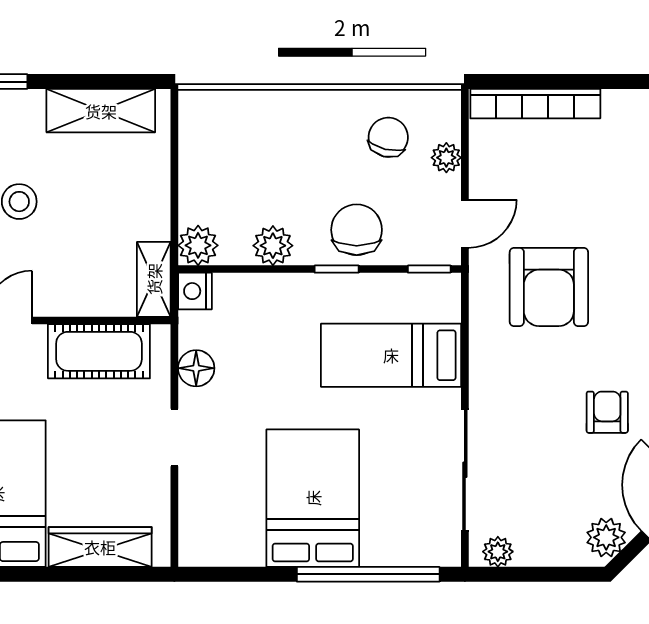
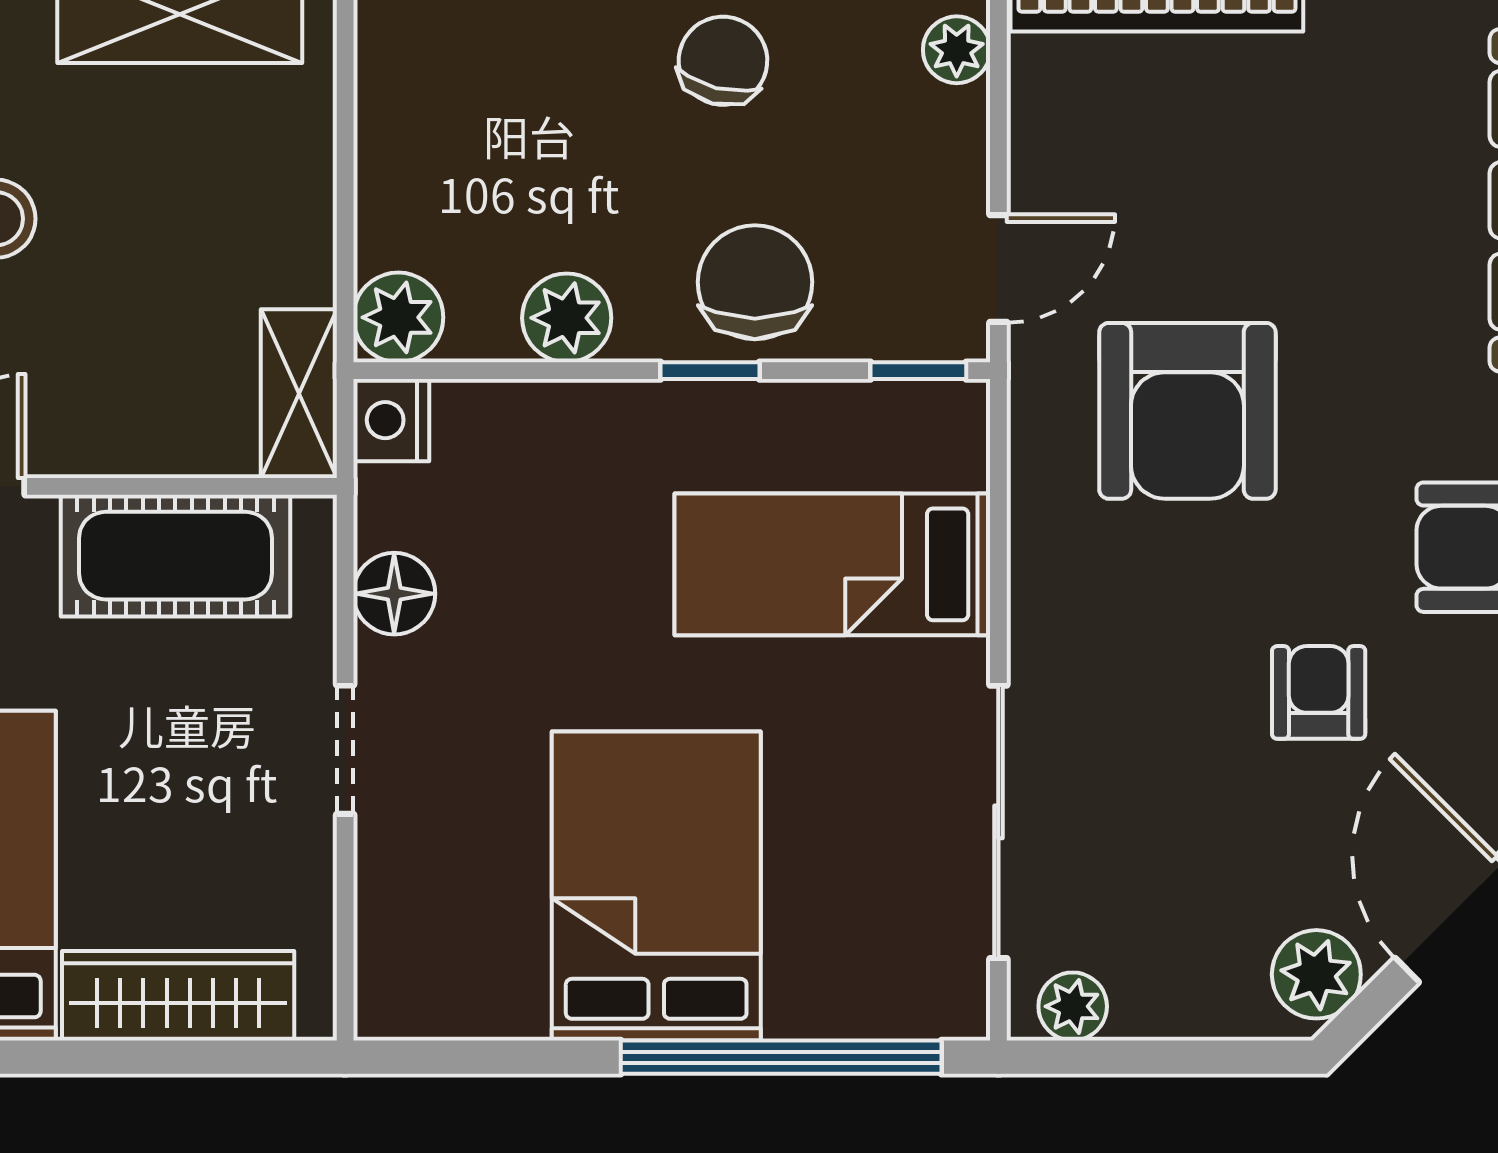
chair: (388, 137) -> (723, 61), moved
plant: (446, 158) -> (957, 50), moved

